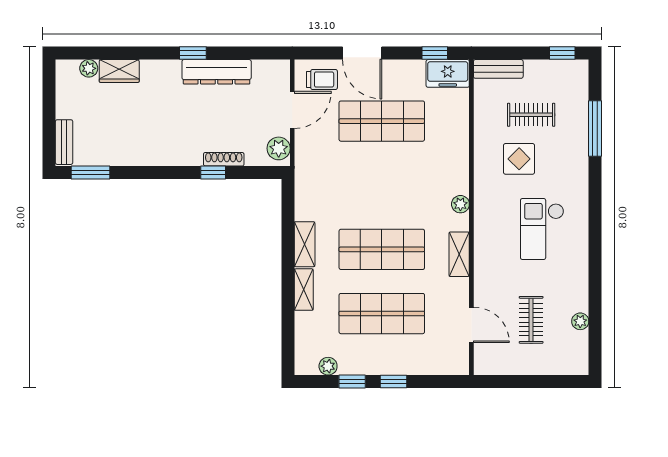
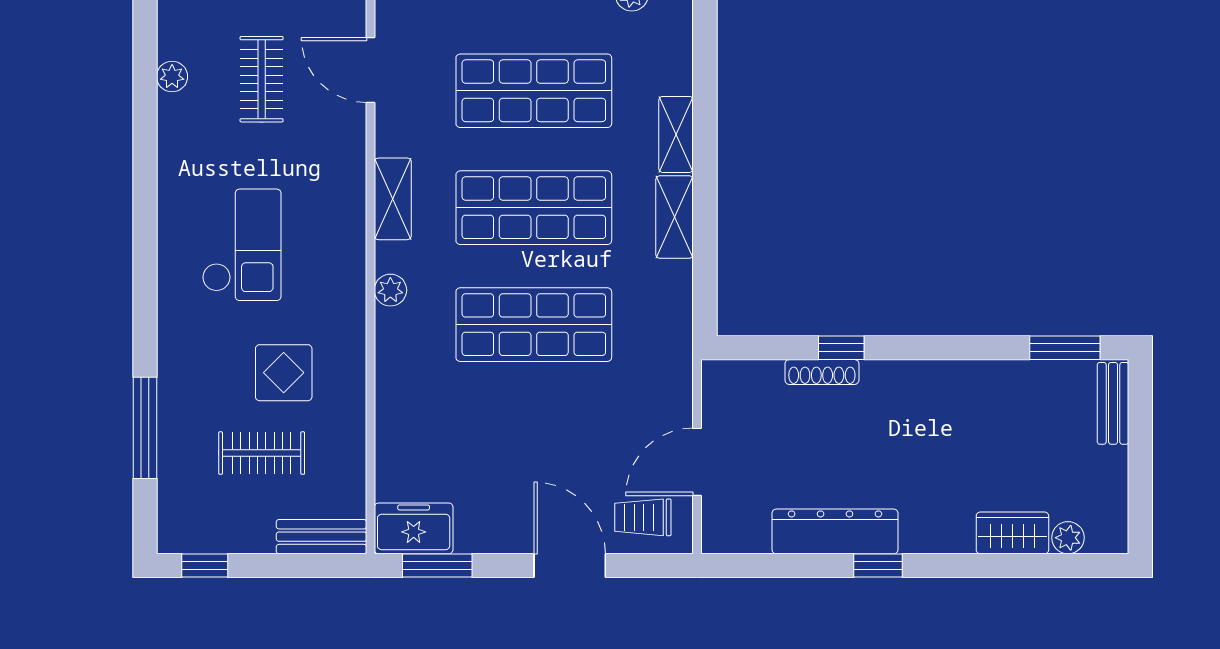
window: (435, 53) -> (437, 566), width x1.50
shop shelf: (382, 121) -> (534, 325), moved
plant: (279, 148) -> (722, 392), removed

